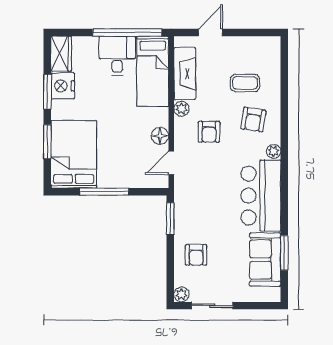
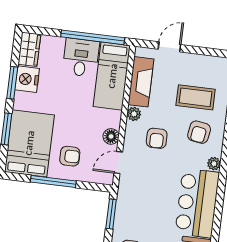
coffee table: (245, 83) -> (196, 97), width x1.36, depth x1.30
armchair: (119, 162) -> (70, 156), added

